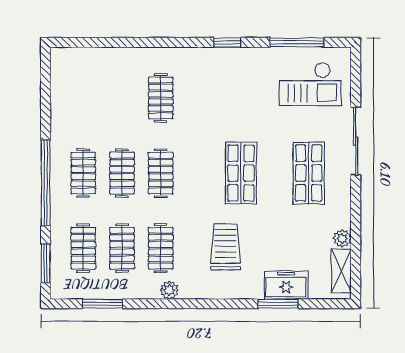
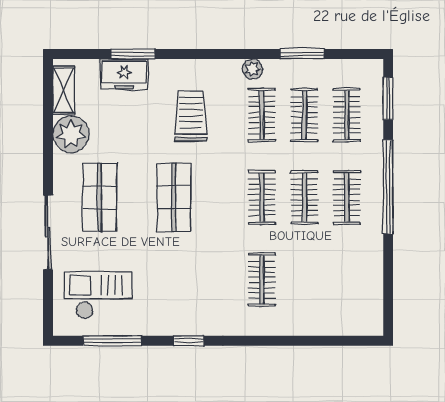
plant: (342, 238) -> (71, 134), width x1.88, depth x1.88
trolley: (225, 247) -> (191, 116), turned 180
window: (102, 304) -> (302, 54), moved

